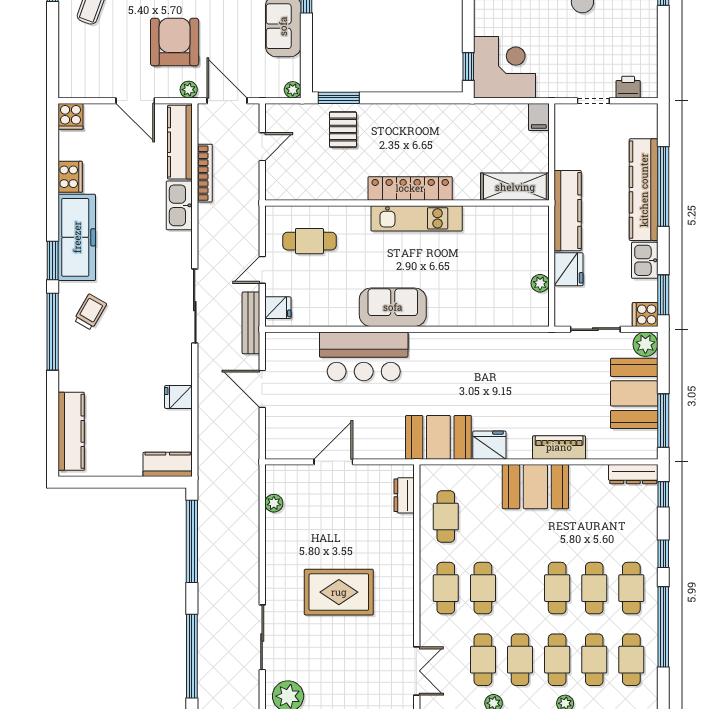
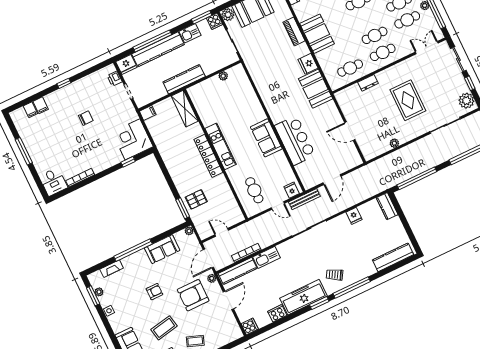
window: (468, 66) -> (128, 162), moved
fridge: (569, 269) -> (126, 64), moved, turned 180
dresser: (404, 495) -> (368, 83), moved
plant: (274, 503) -> (394, 143), moved

